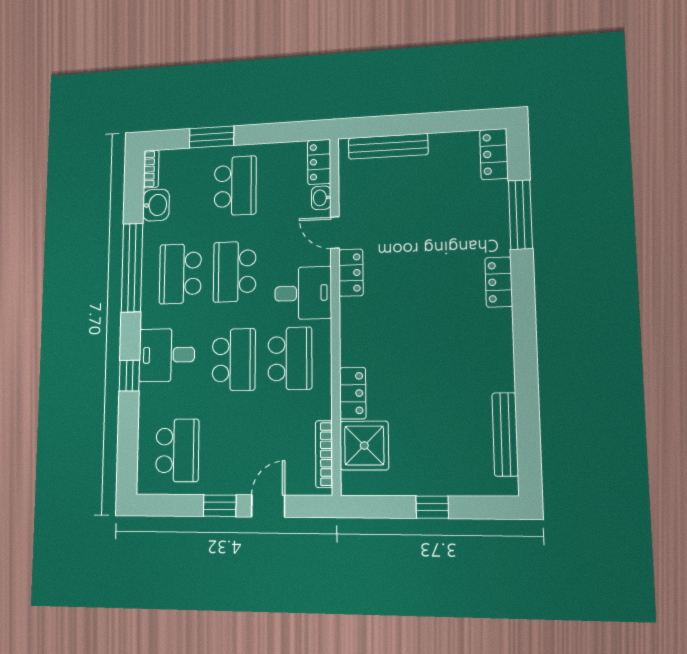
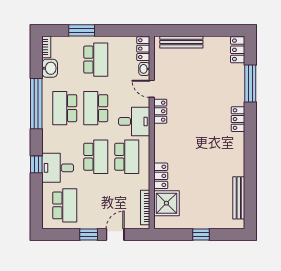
desk: (167, 355) -> (58, 168), moved

